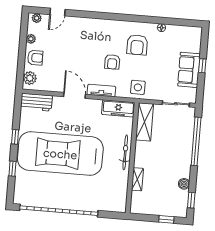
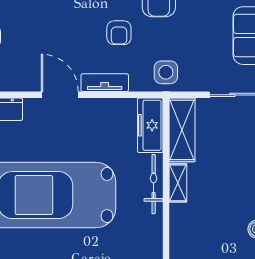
freezer: (118, 108) -> (150, 125), moved, turned 90
shelving: (137, 179) -> (178, 183), moved

